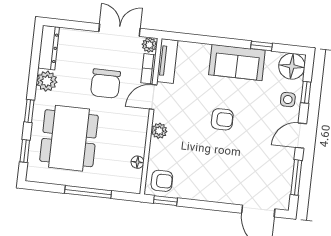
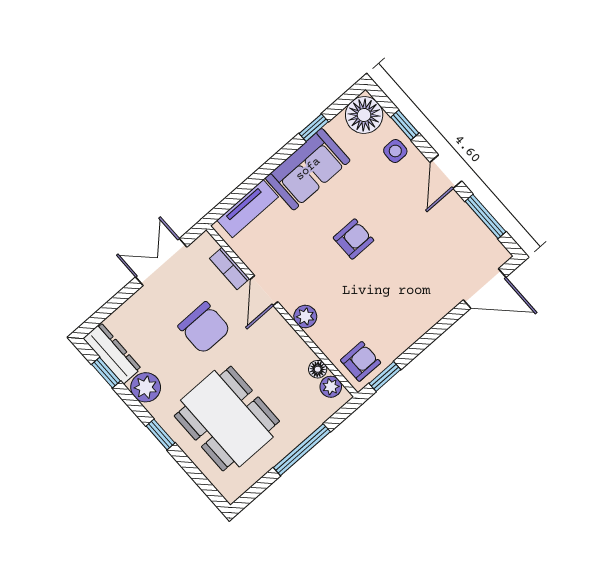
plant: (149, 45) -> (331, 387), moved
tv unit: (167, 61) -> (248, 209), moved, turned 90
window: (25, 151) -> (106, 373), moved

